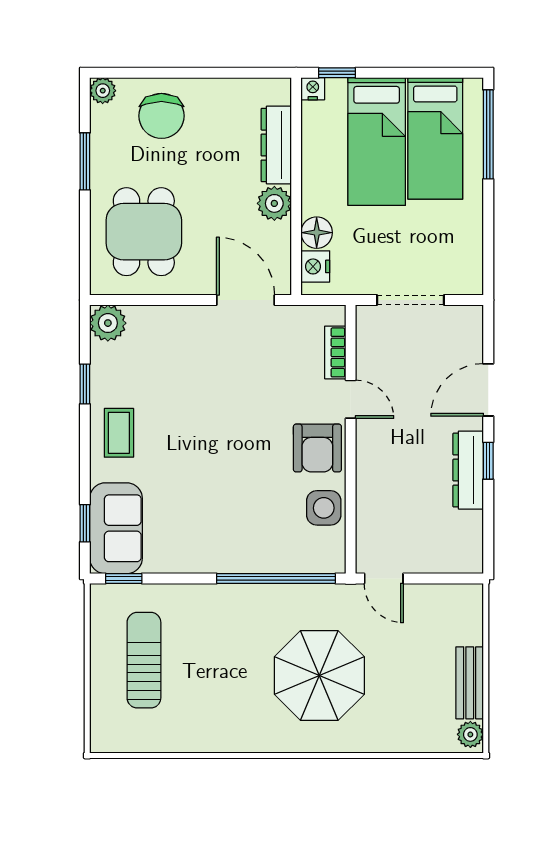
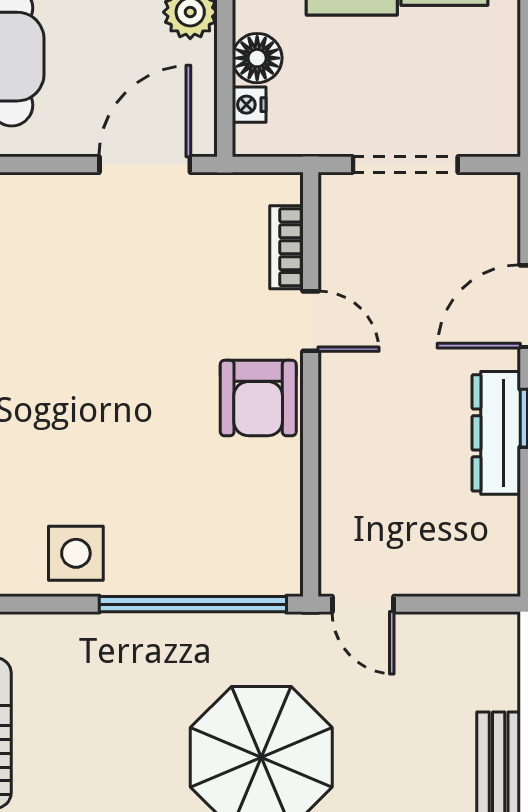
nightstand: (315, 266) -> (249, 105), width x0.72, depth x0.74
door: (246, 300) -> (145, 165), hinge flipped
side table: (324, 508) -> (76, 553), moved

